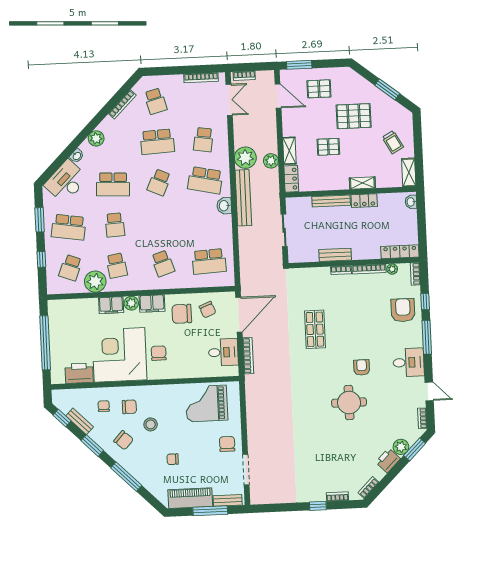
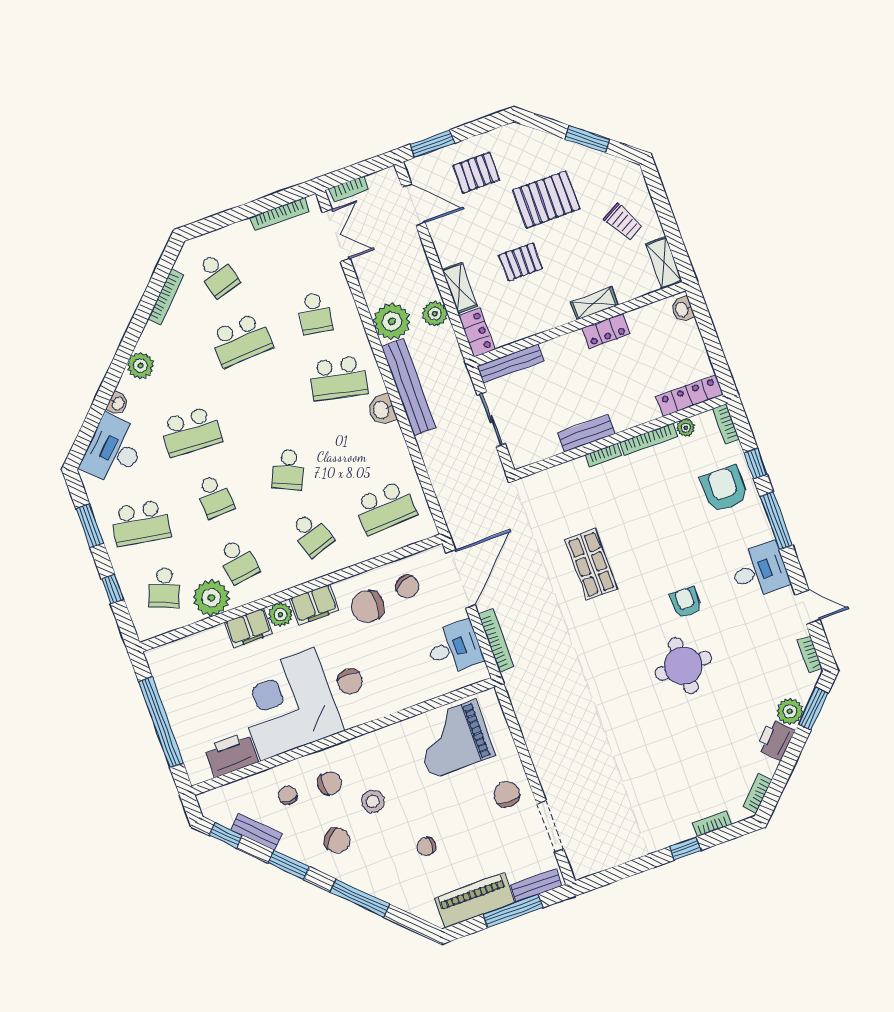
school desk: (159, 182) -> (288, 470), moved
bench: (331, 201) -> (510, 364), moved
chair: (159, 353) -> (350, 682), turned 180

